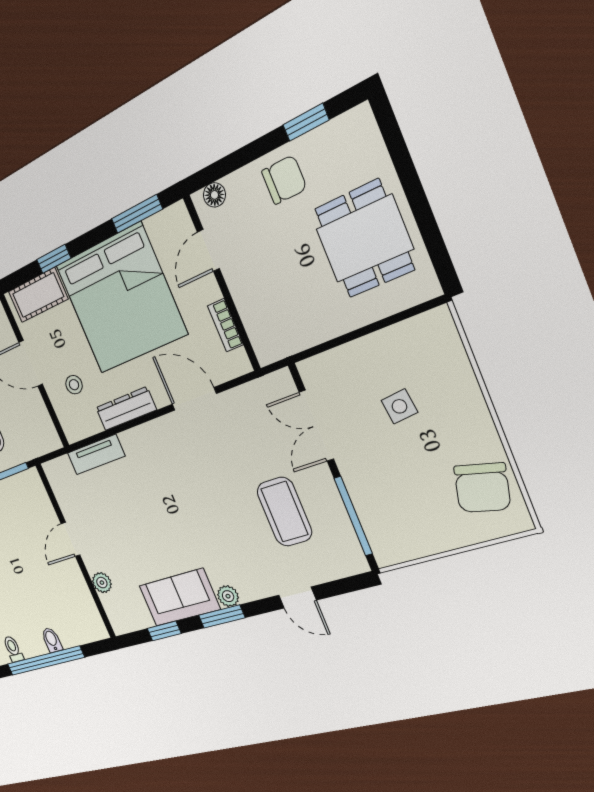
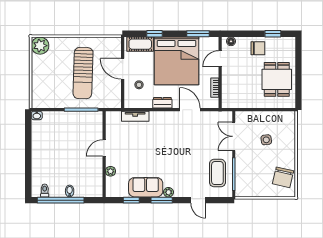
dresser: (126, 409) -> (162, 103), width x0.70
coffee table: (284, 512) -> (217, 173), moved

